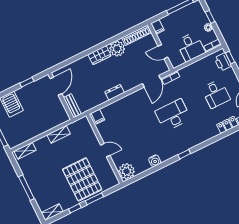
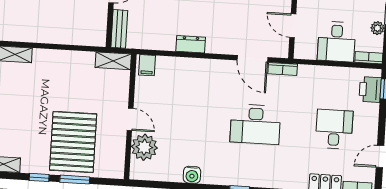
door: (152, 81) -> (252, 59), hinge flipped
desk: (216, 94) -> (334, 129), turned 180
desk: (173, 115) -> (255, 124), turned 180
shelving: (59, 134) -> (113, 61), moved
plant: (127, 171) -> (144, 147), moved

